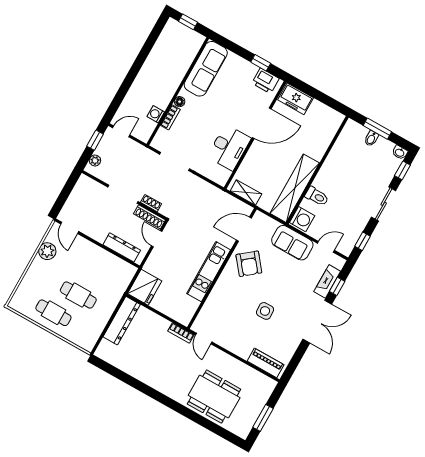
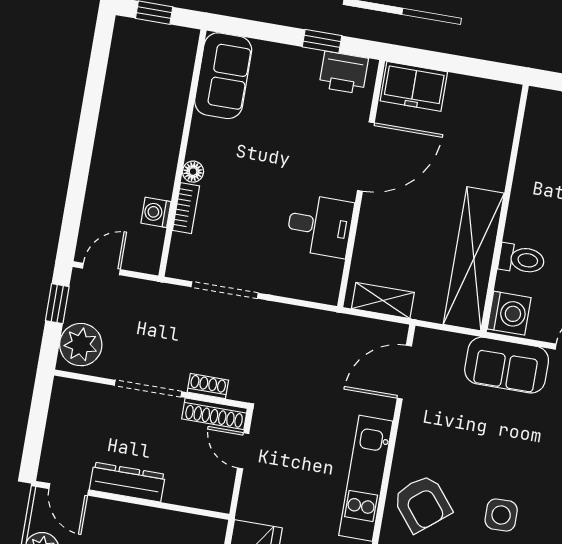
sofa: (206, 69) -> (223, 76), width x0.73
desk: (229, 148) -> (320, 226), width x0.73
plant: (95, 161) -> (81, 345), width x1.87, depth x1.87
dresser: (122, 247) -> (127, 482), moved
armchair: (249, 264) -> (422, 504), moved

